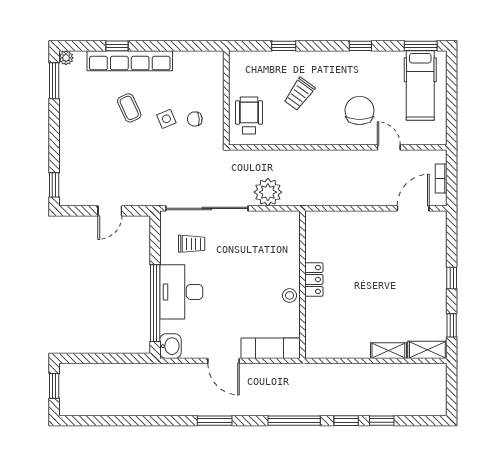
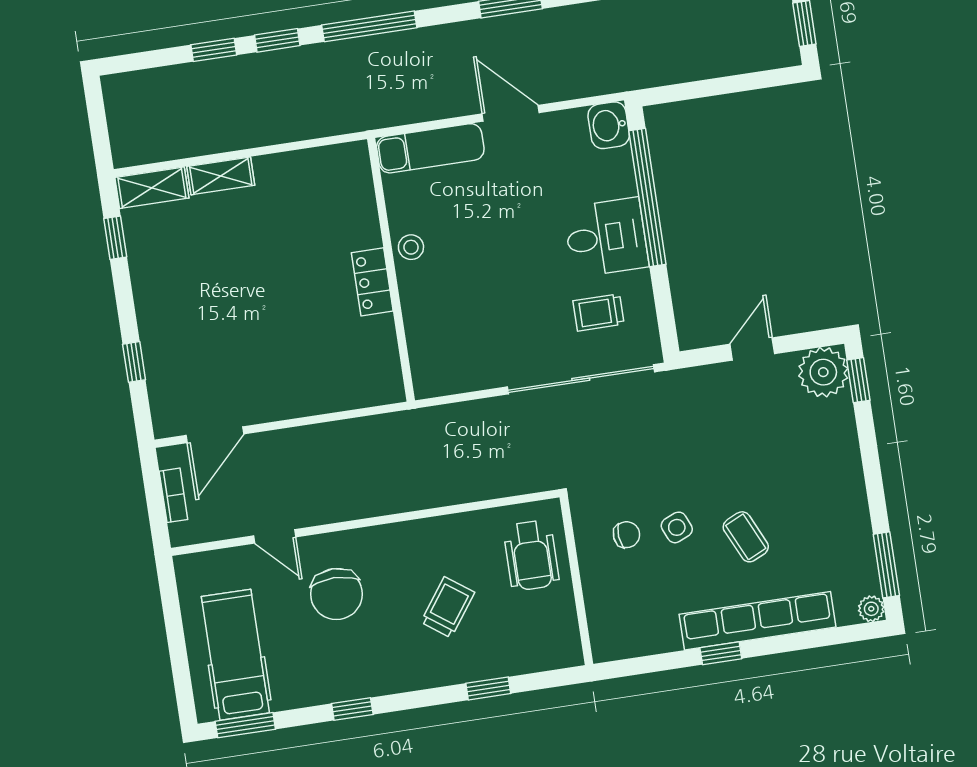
window: (117, 46) -> (721, 653), moved
plant: (268, 192) -> (823, 372), moved
window: (452, 278) -> (134, 362), moved
desk: (181, 292) -> (606, 237), width x0.73

